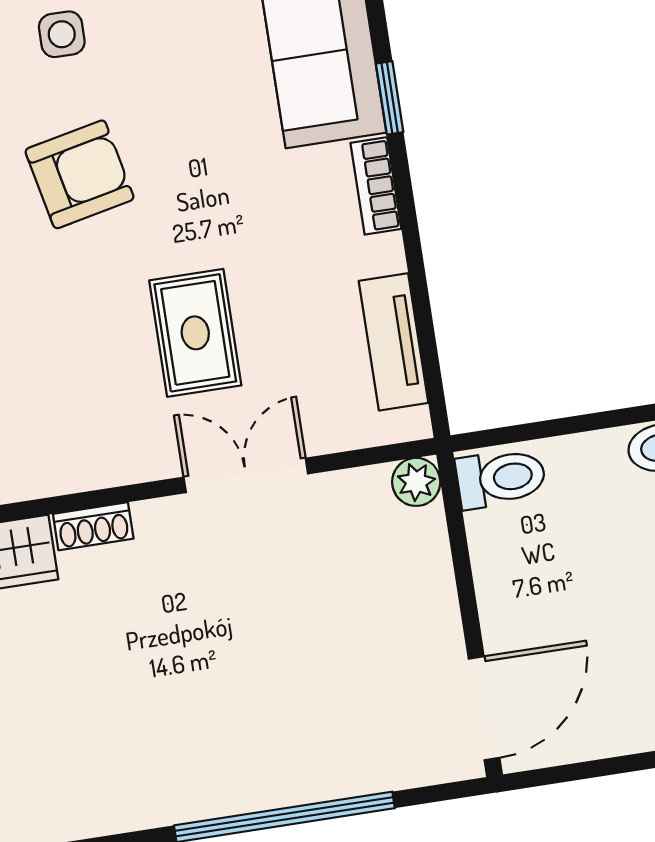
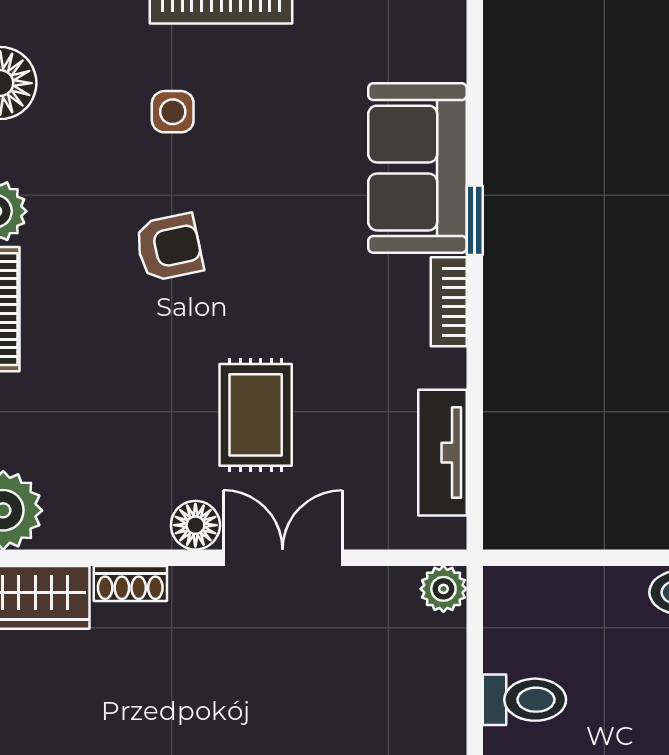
armchair: (80, 174) -> (169, 247), width x0.72, depth x0.72
floor lamp: (151, 456) -> (195, 525), added
toilet: (501, 478) -> (524, 700), moved

